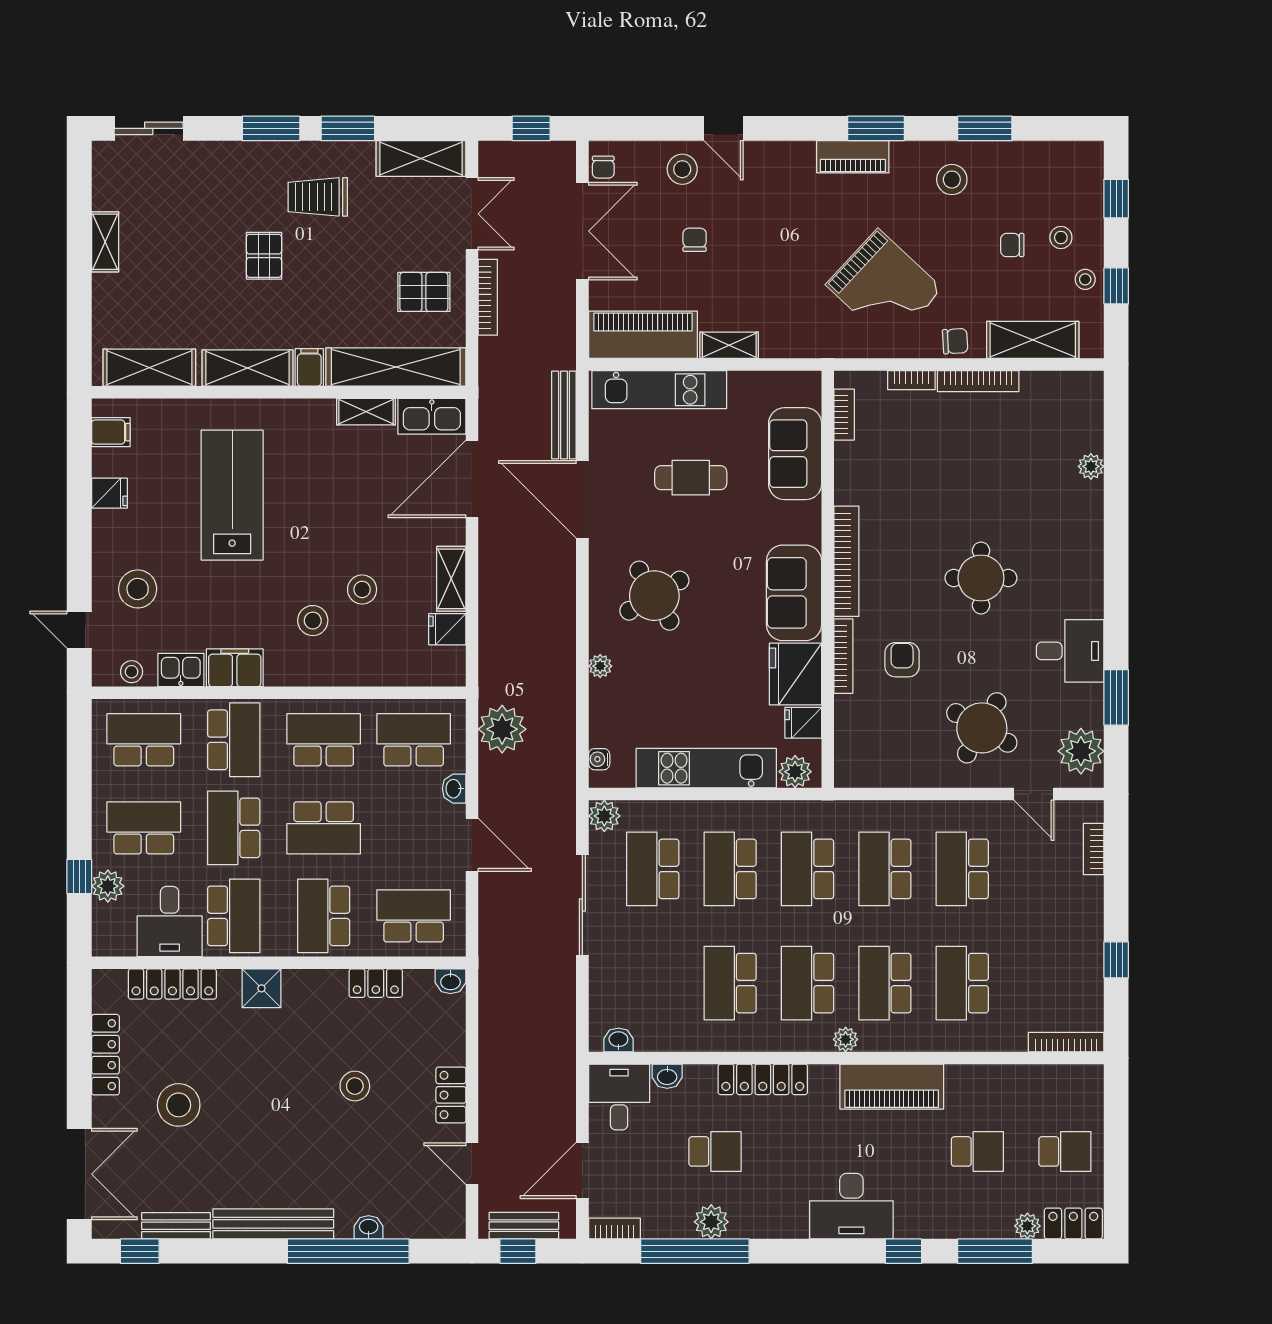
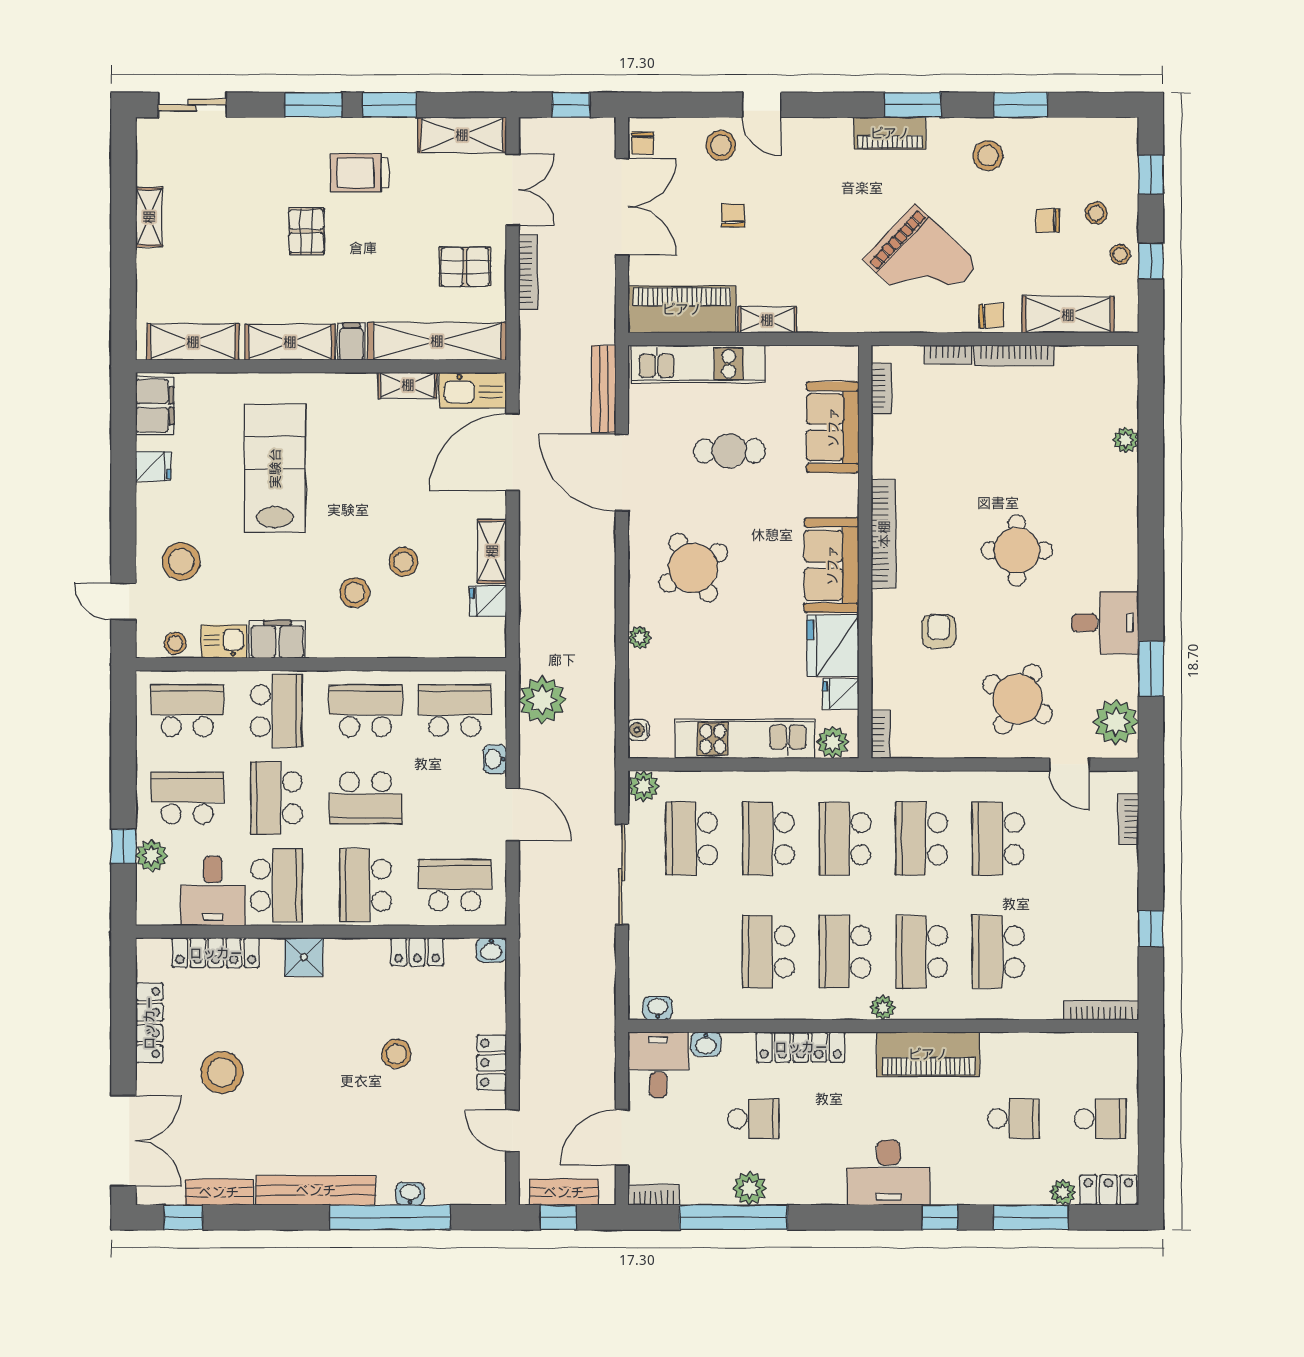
filing cabinet: (111, 432) -> (155, 406), width x2.00
bookcase: (843, 656) -> (881, 735), moved, width x0.64

